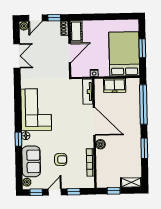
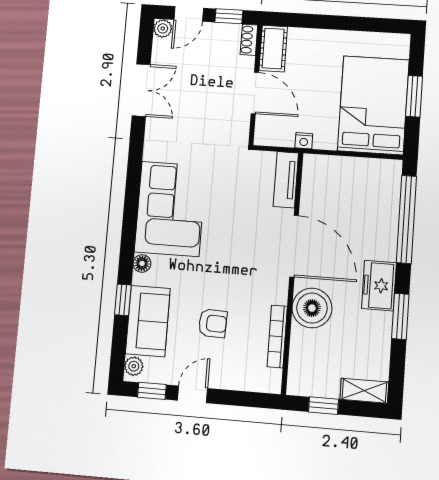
door: (70, 53) -> (255, 93), hinge flipped
freezer: (115, 85) -> (379, 286), moved, turned 90
window: (18, 139) -> (123, 300), moved
boiler: (100, 144) -> (312, 308), width x1.86, depth x1.86
window: (74, 192) -> (234, 398), removed

